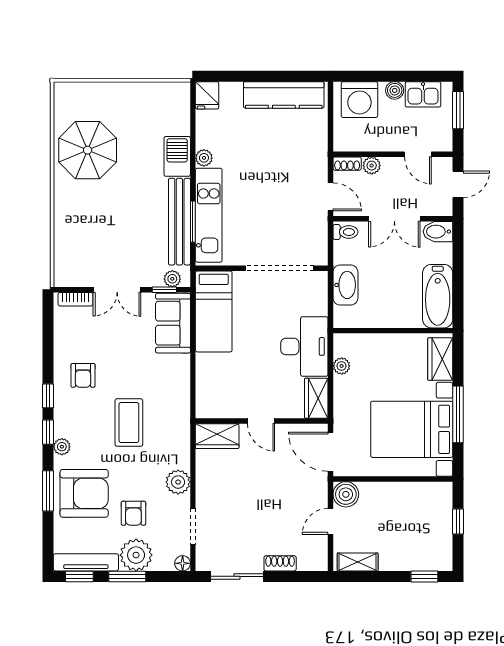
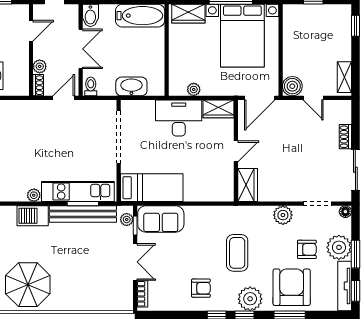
coffee table: (129, 423) -> (237, 253), turned 90
plant: (62, 447) -> (250, 299), width x1.88, depth x1.88

